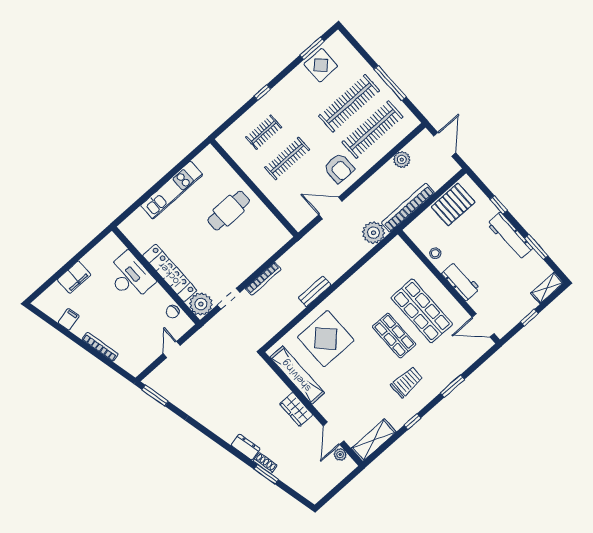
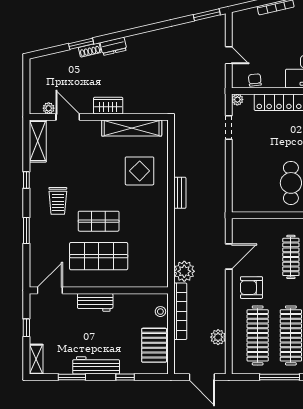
stool: (435, 253) -> (160, 312), moved
bookcase: (263, 279) -> (221, 164), removed
plant: (201, 304) -> (237, 100), width x0.53, depth x0.53
display table: (326, 339) -> (140, 171), width x0.73, depth x0.73

